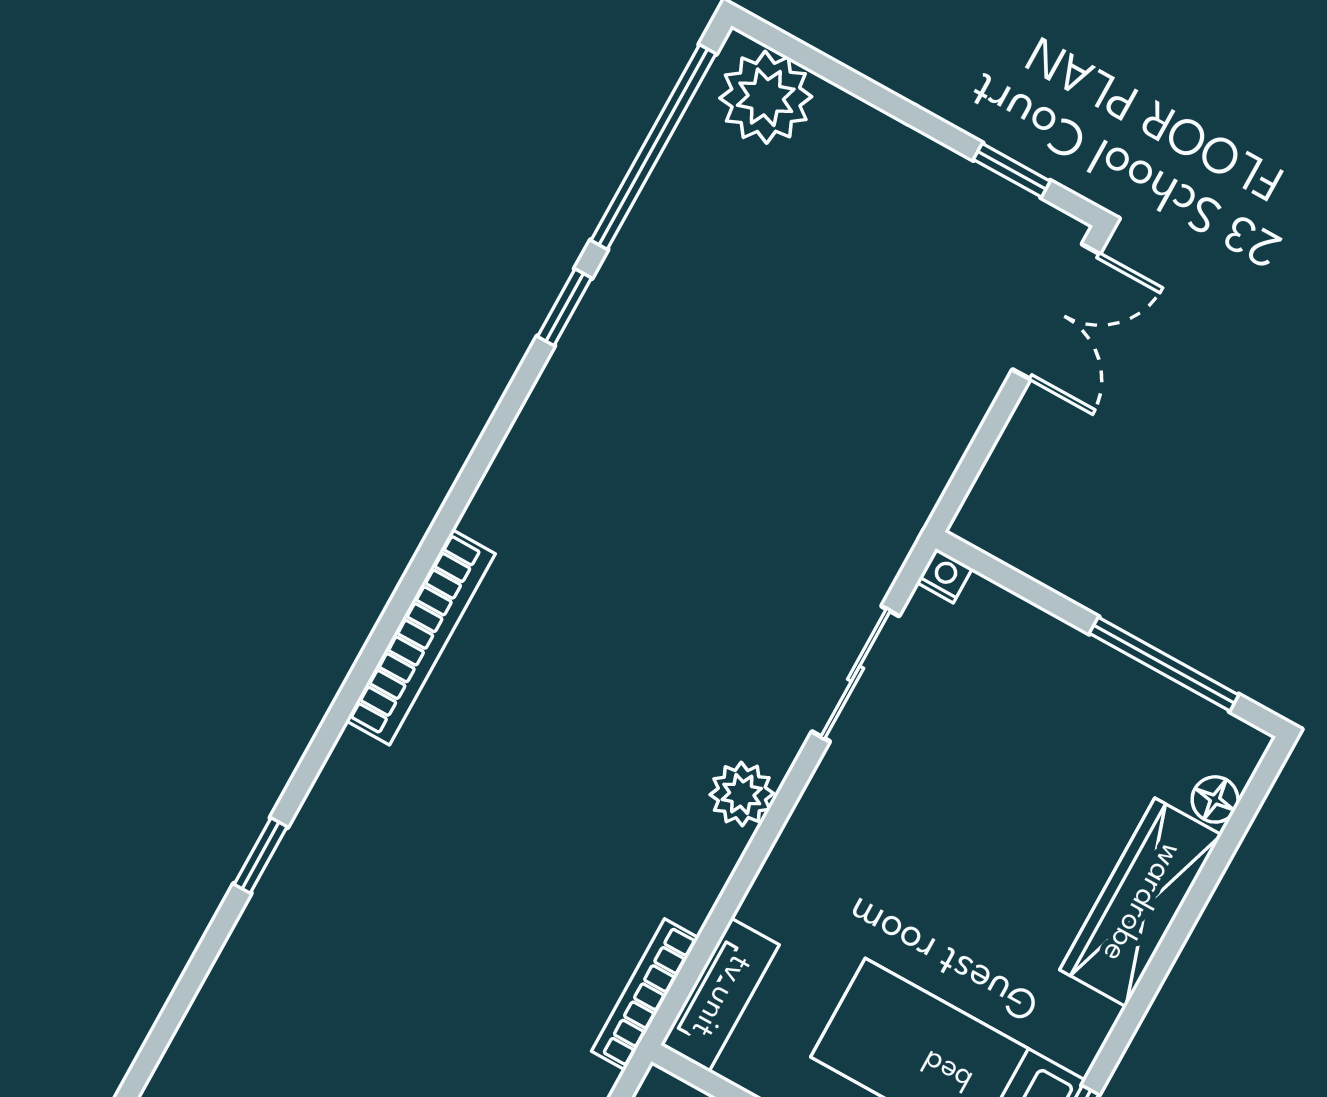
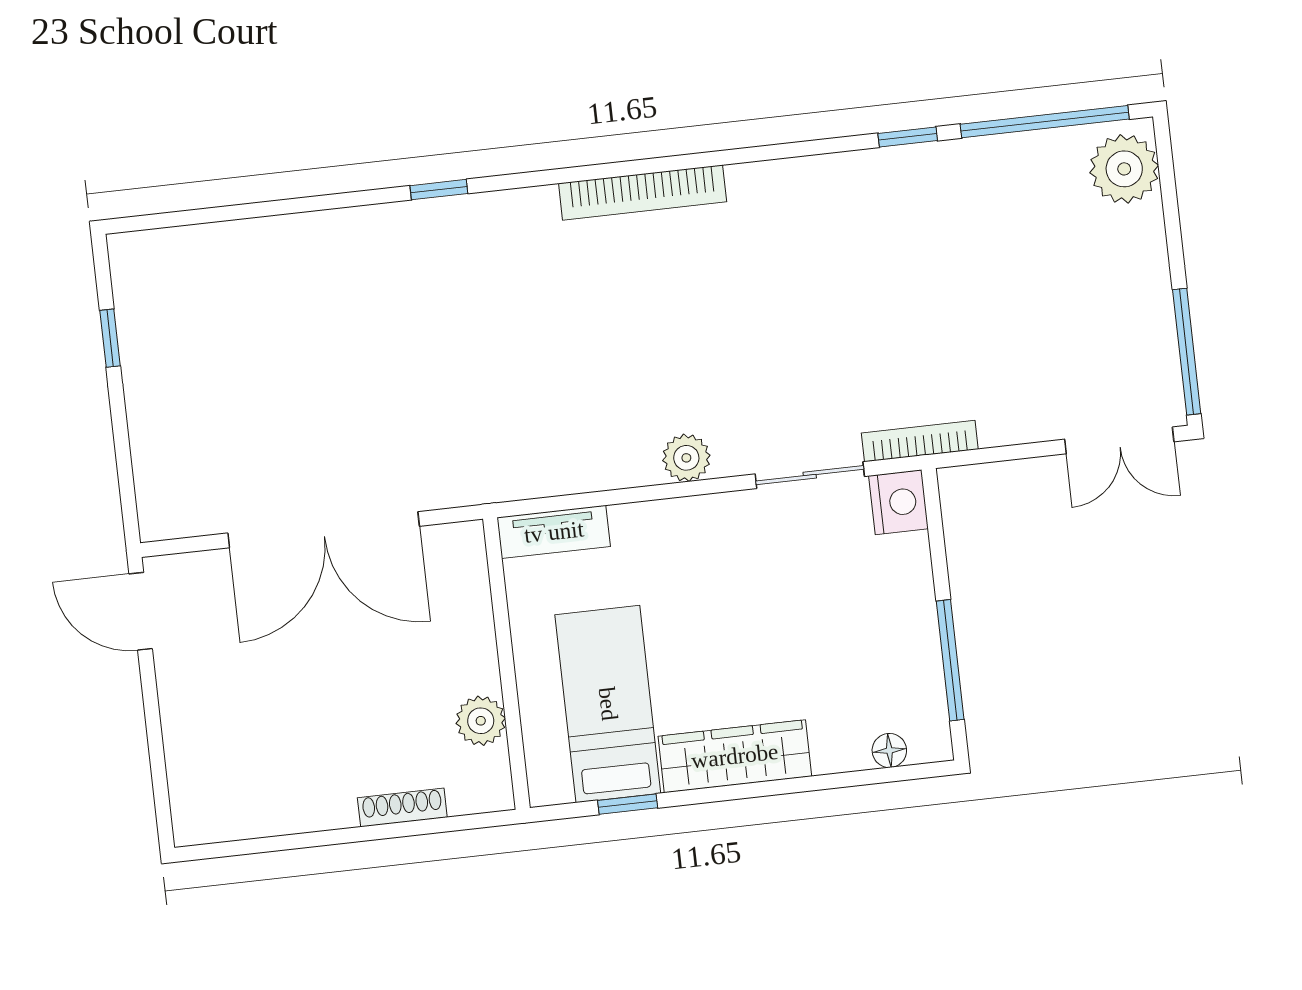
window: (1012, 170) -> (1187, 352), width x2.17
nightstand: (944, 576) -> (899, 502), width x1.89, depth x1.79
wardrobe: (1141, 902) -> (735, 756), moved
bookcase: (645, 994) -> (920, 441), moved

